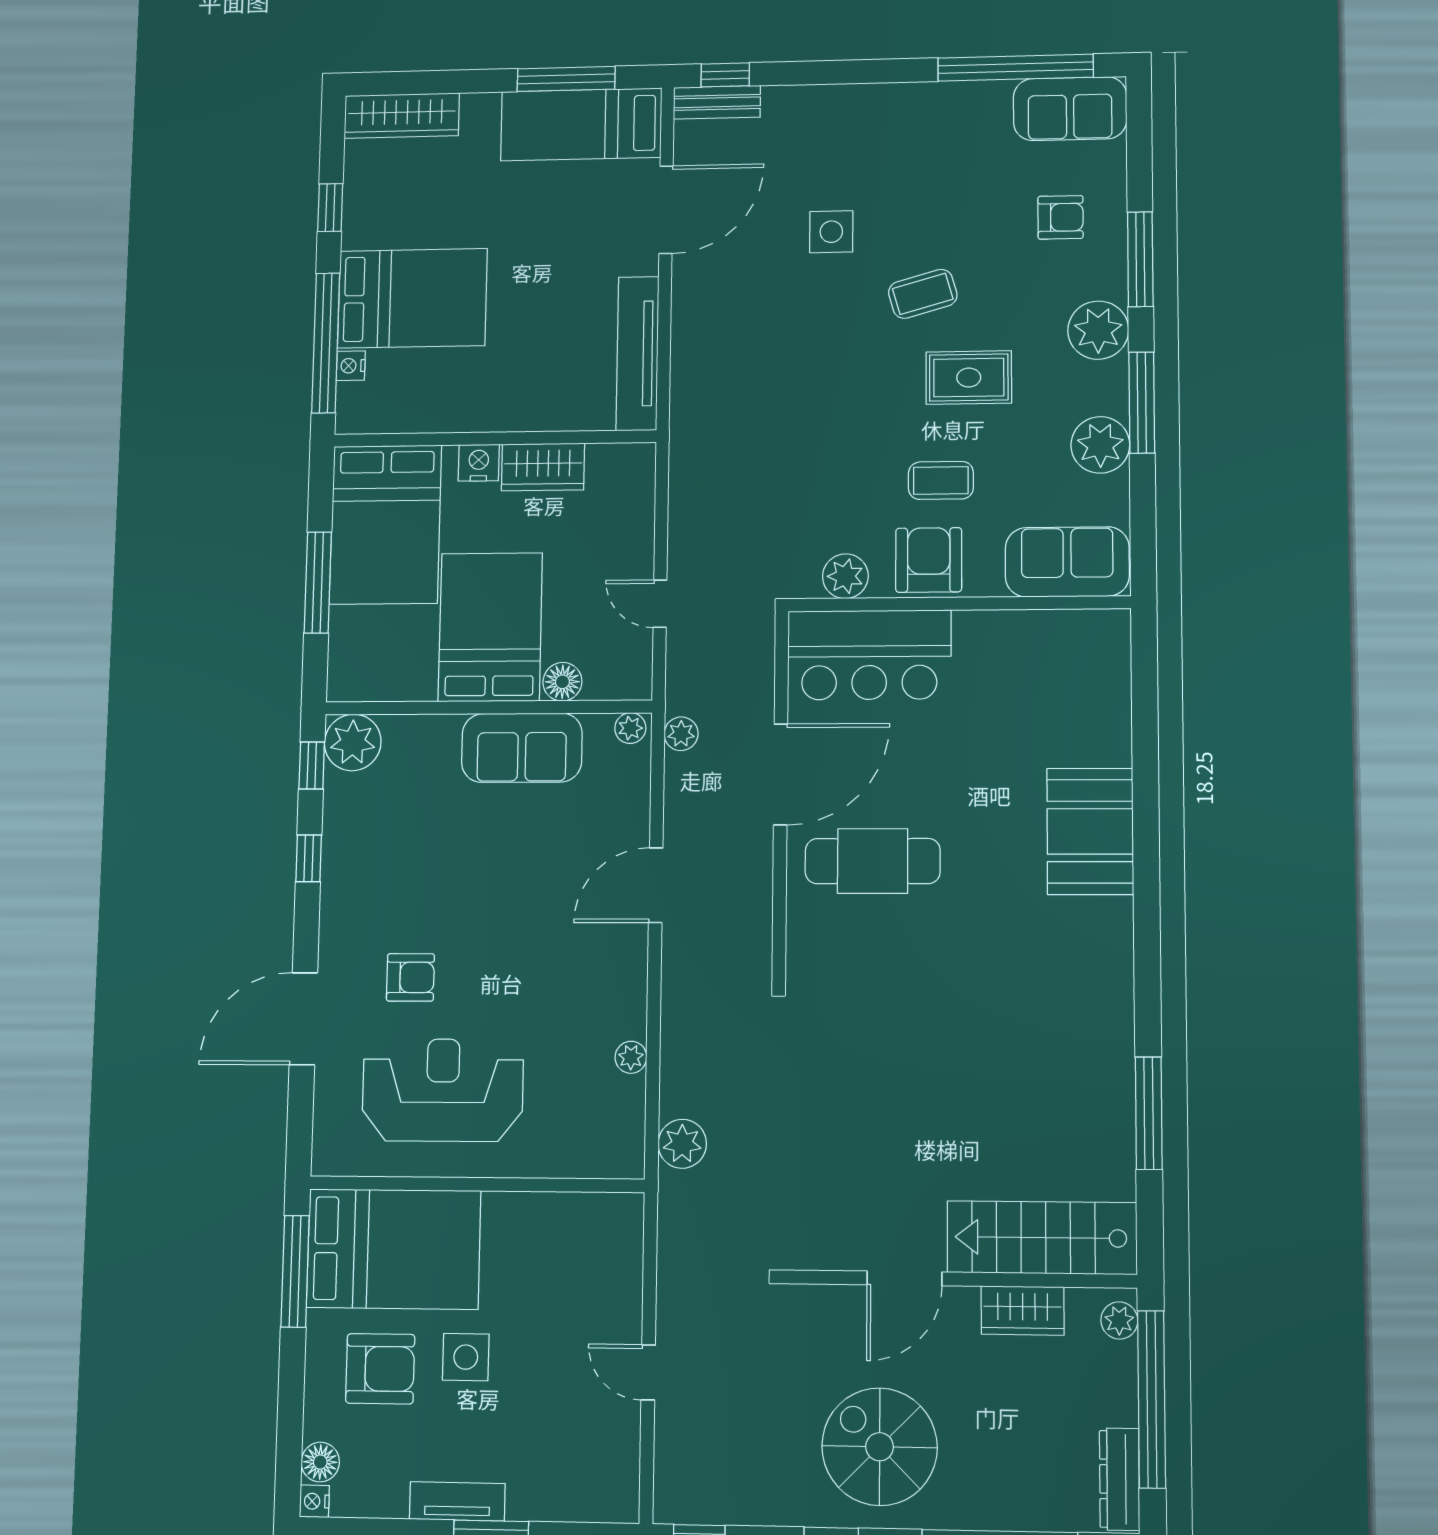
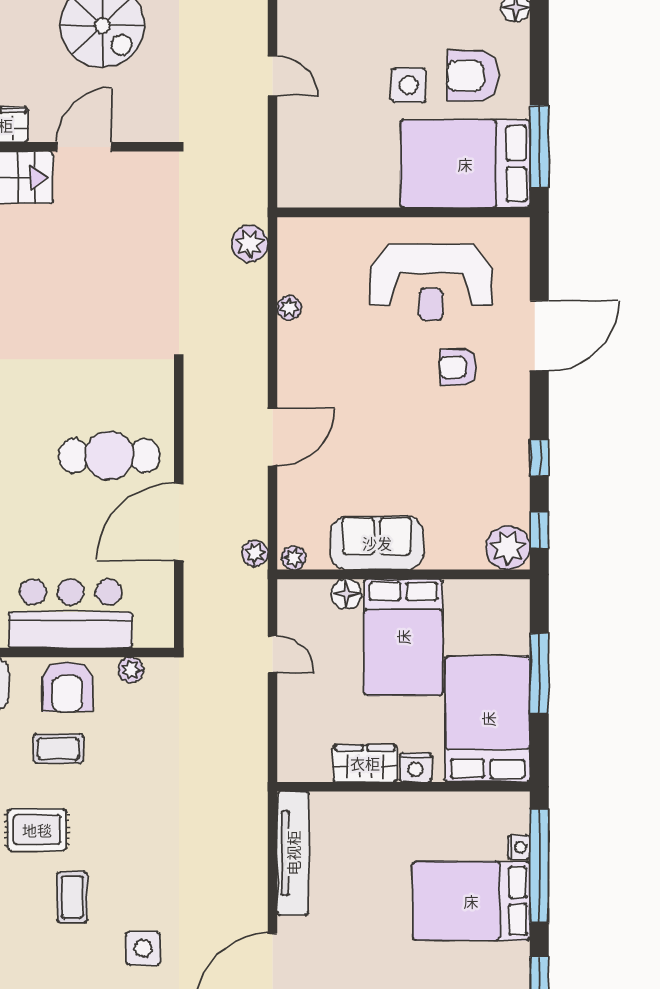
coffee table: (923, 294) -> (72, 897), turned -74
plant: (845, 576) -> (131, 670), width x0.73, depth x0.73
bar counter: (869, 655) -> (71, 613), moved

